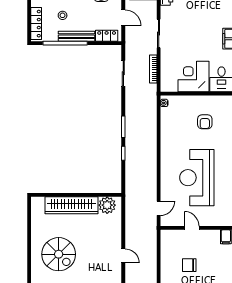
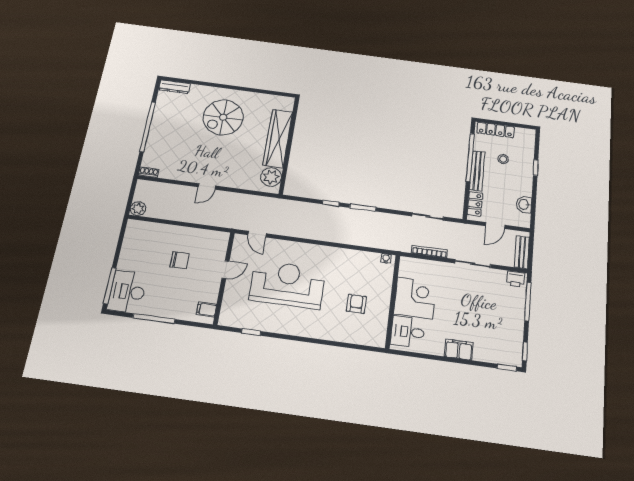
armchair: (205, 122) -> (356, 304), turned 90
chair: (189, 265) -> (180, 260), turned 90

